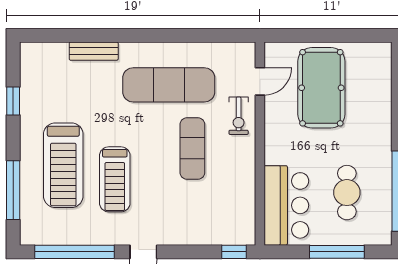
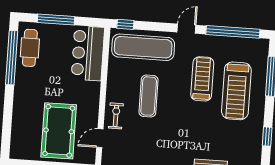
exercise mat: (169, 85) -> (143, 47), moved
treadmill: (63, 165) -> (236, 91), turned 180
cafe table: (347, 193) -> (30, 48), moved

